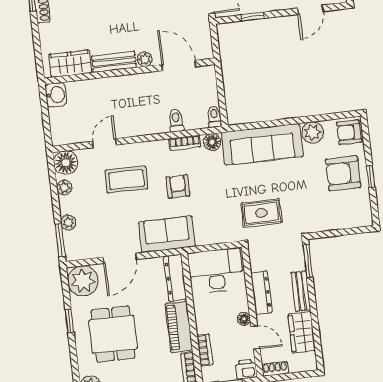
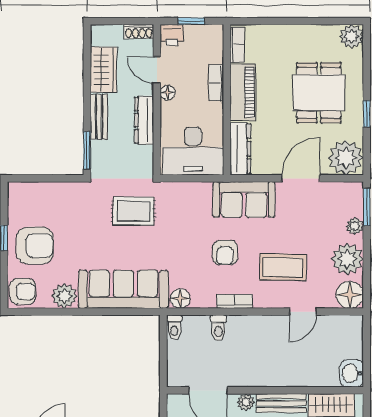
bookcase: (185, 143) -> (235, 301), moved
plant: (64, 188) -> (347, 259), width x1.87, depth x1.87
bookcase: (205, 350) -> (216, 83), moved

